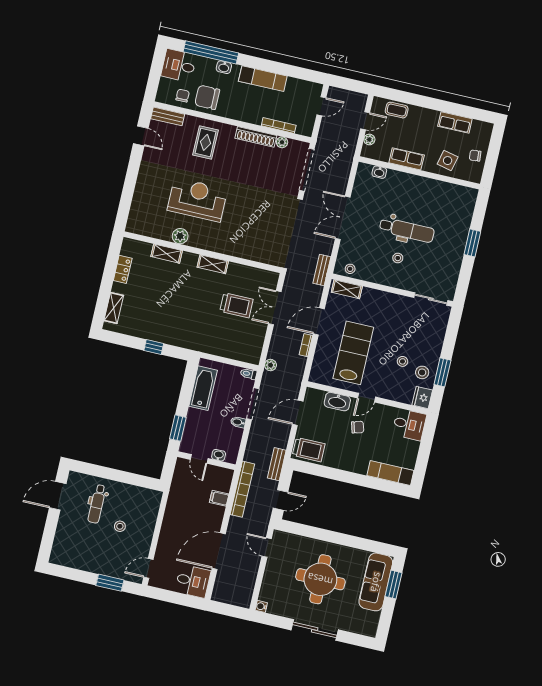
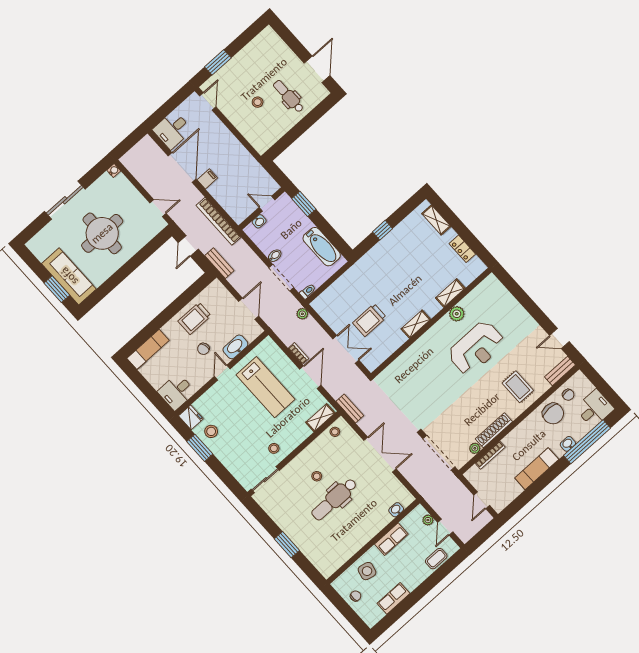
chair: (207, 97) -> (553, 414), turned 90
stool: (402, 361) -> (274, 448), moved
trolley: (309, 450) -> (195, 318), moved
filing cabinet: (219, 498) -> (207, 179), moved

